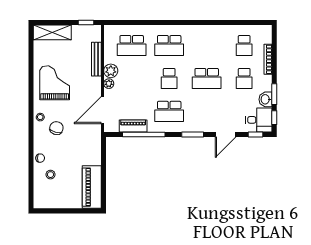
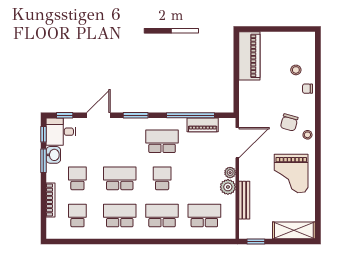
school desk: (207, 46) -> (120, 216), added

